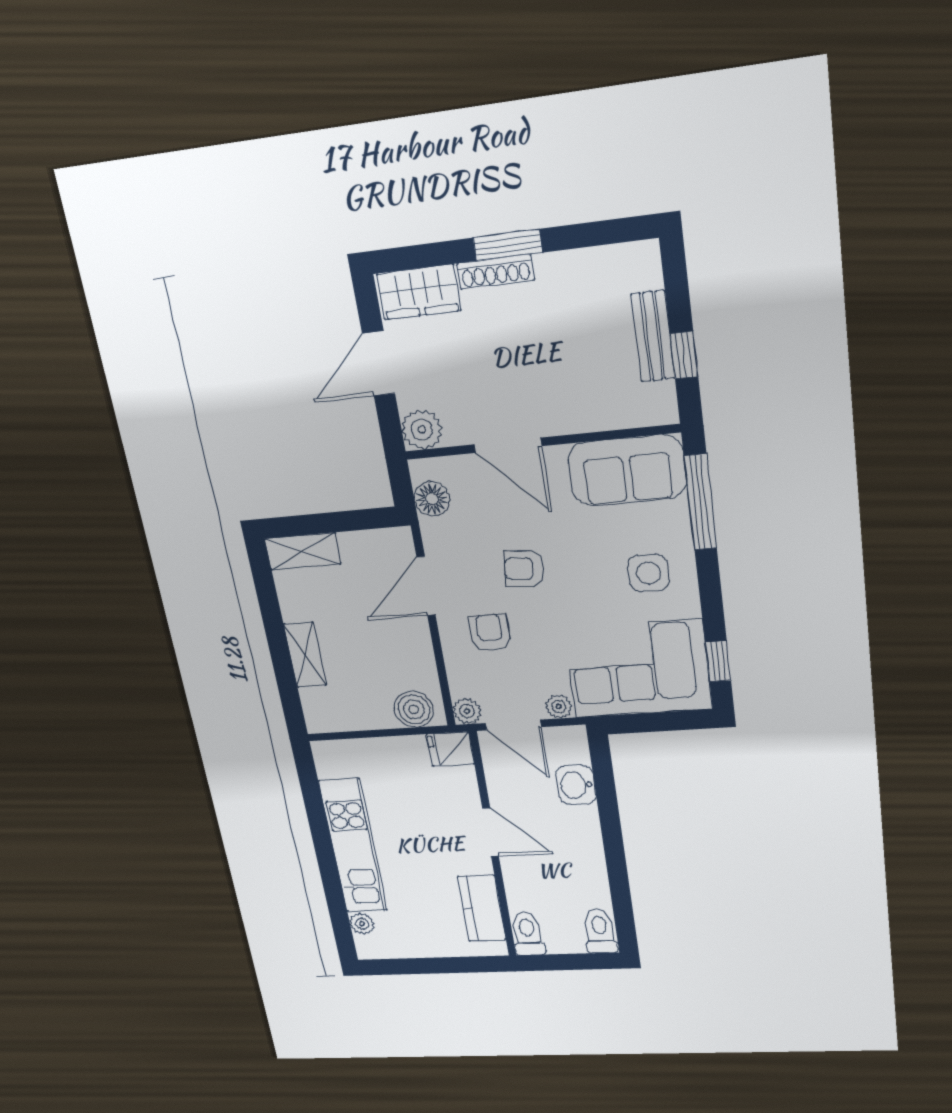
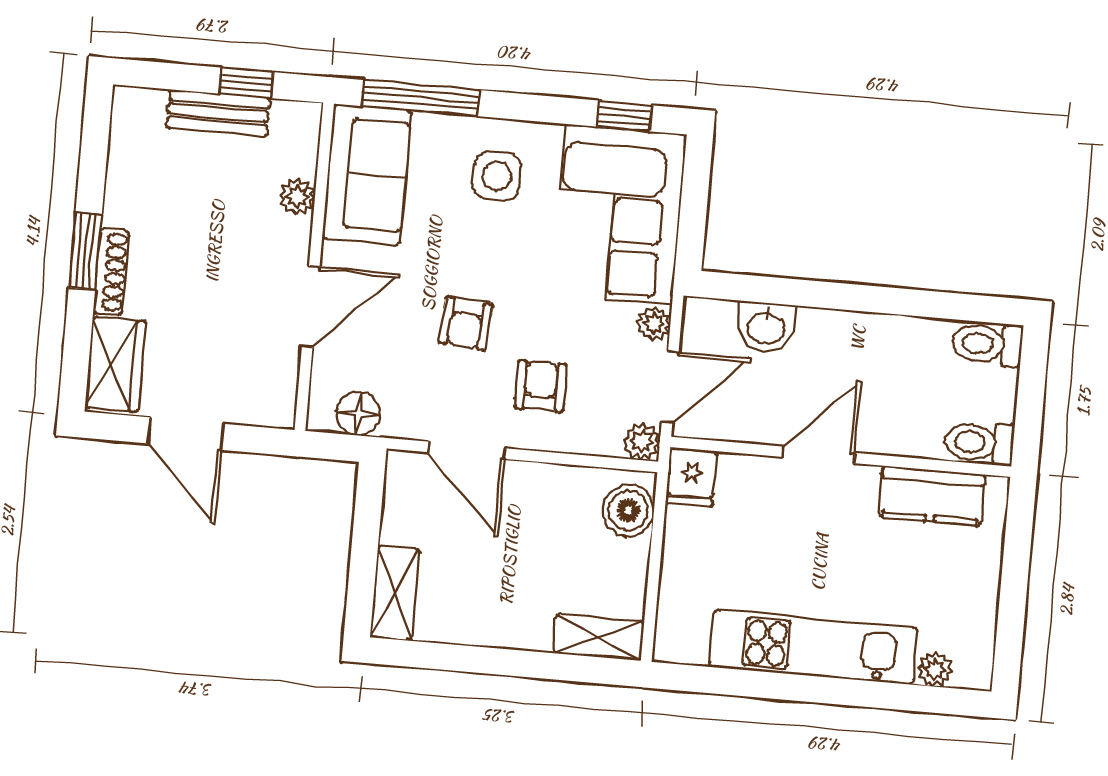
plant: (422, 429) -> (297, 197), moved, width x0.73, depth x0.73
armchair: (490, 633) -> (541, 386), turned 90
shelving: (305, 655) -> (599, 637), moved

